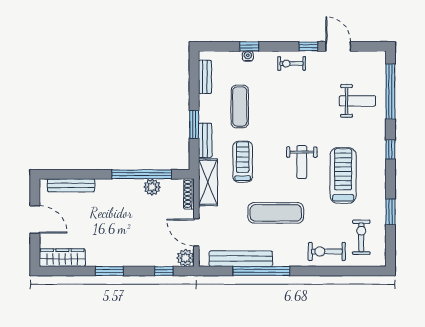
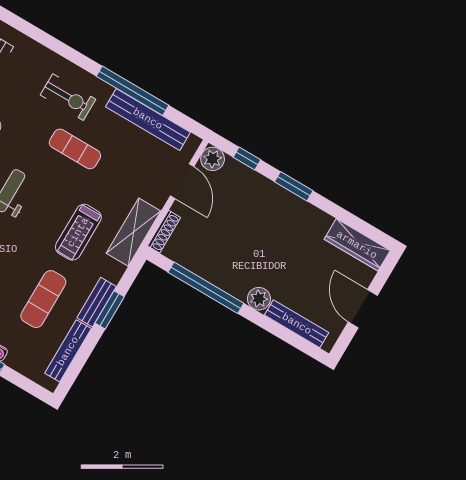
bench: (205, 77) -> (68, 351), width x1.36
bench: (205, 140) -> (97, 302), moved
plant: (152, 187) -> (259, 299), moved
exercise mat: (276, 213) -> (75, 149), width x0.73, depth x0.69
exercise bike: (327, 251) -> (68, 97), moved
window: (109, 271) -> (294, 186), moved

